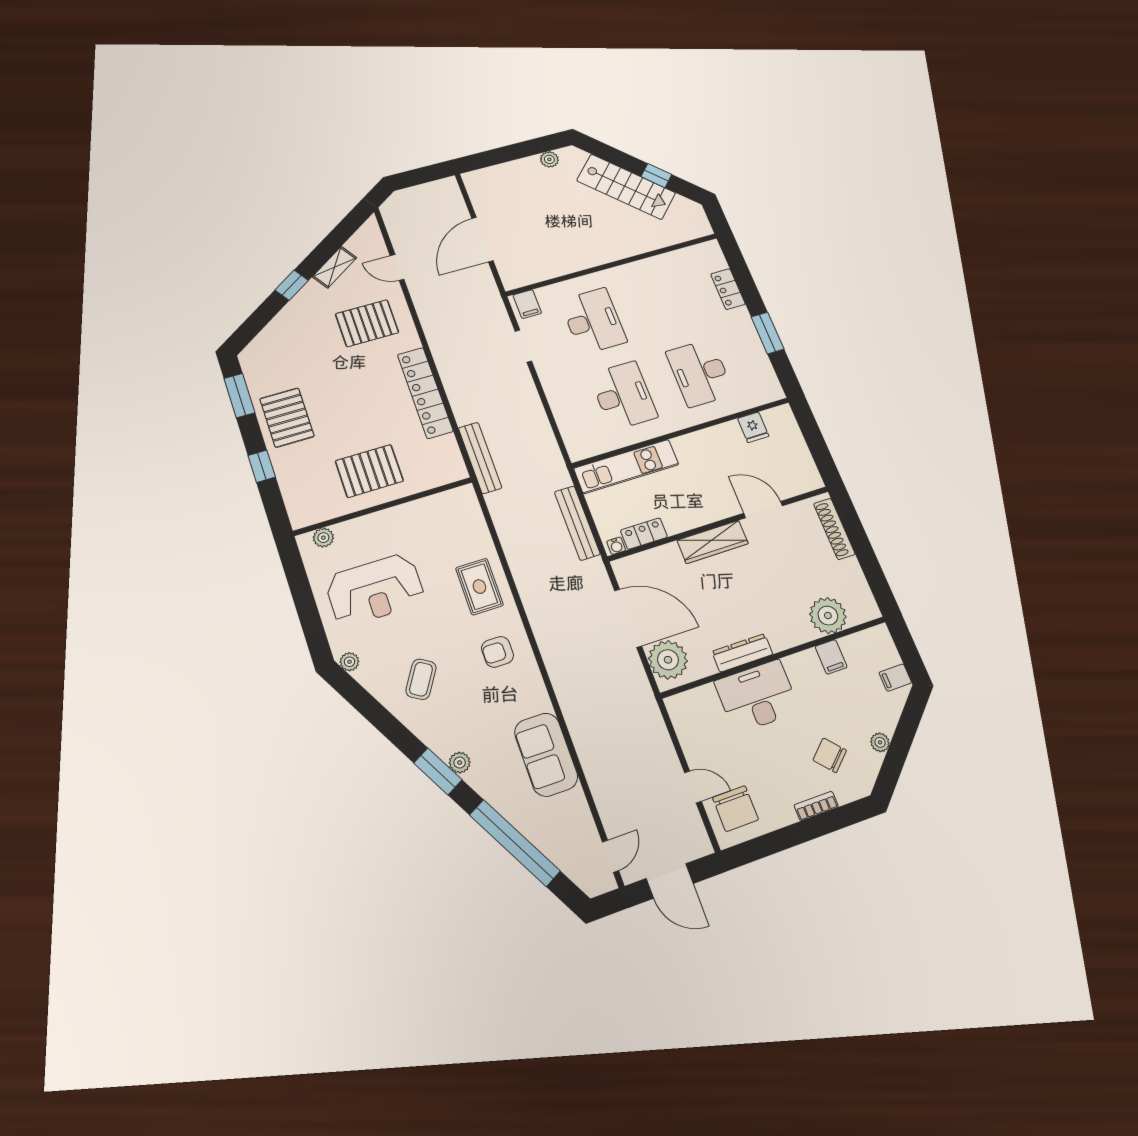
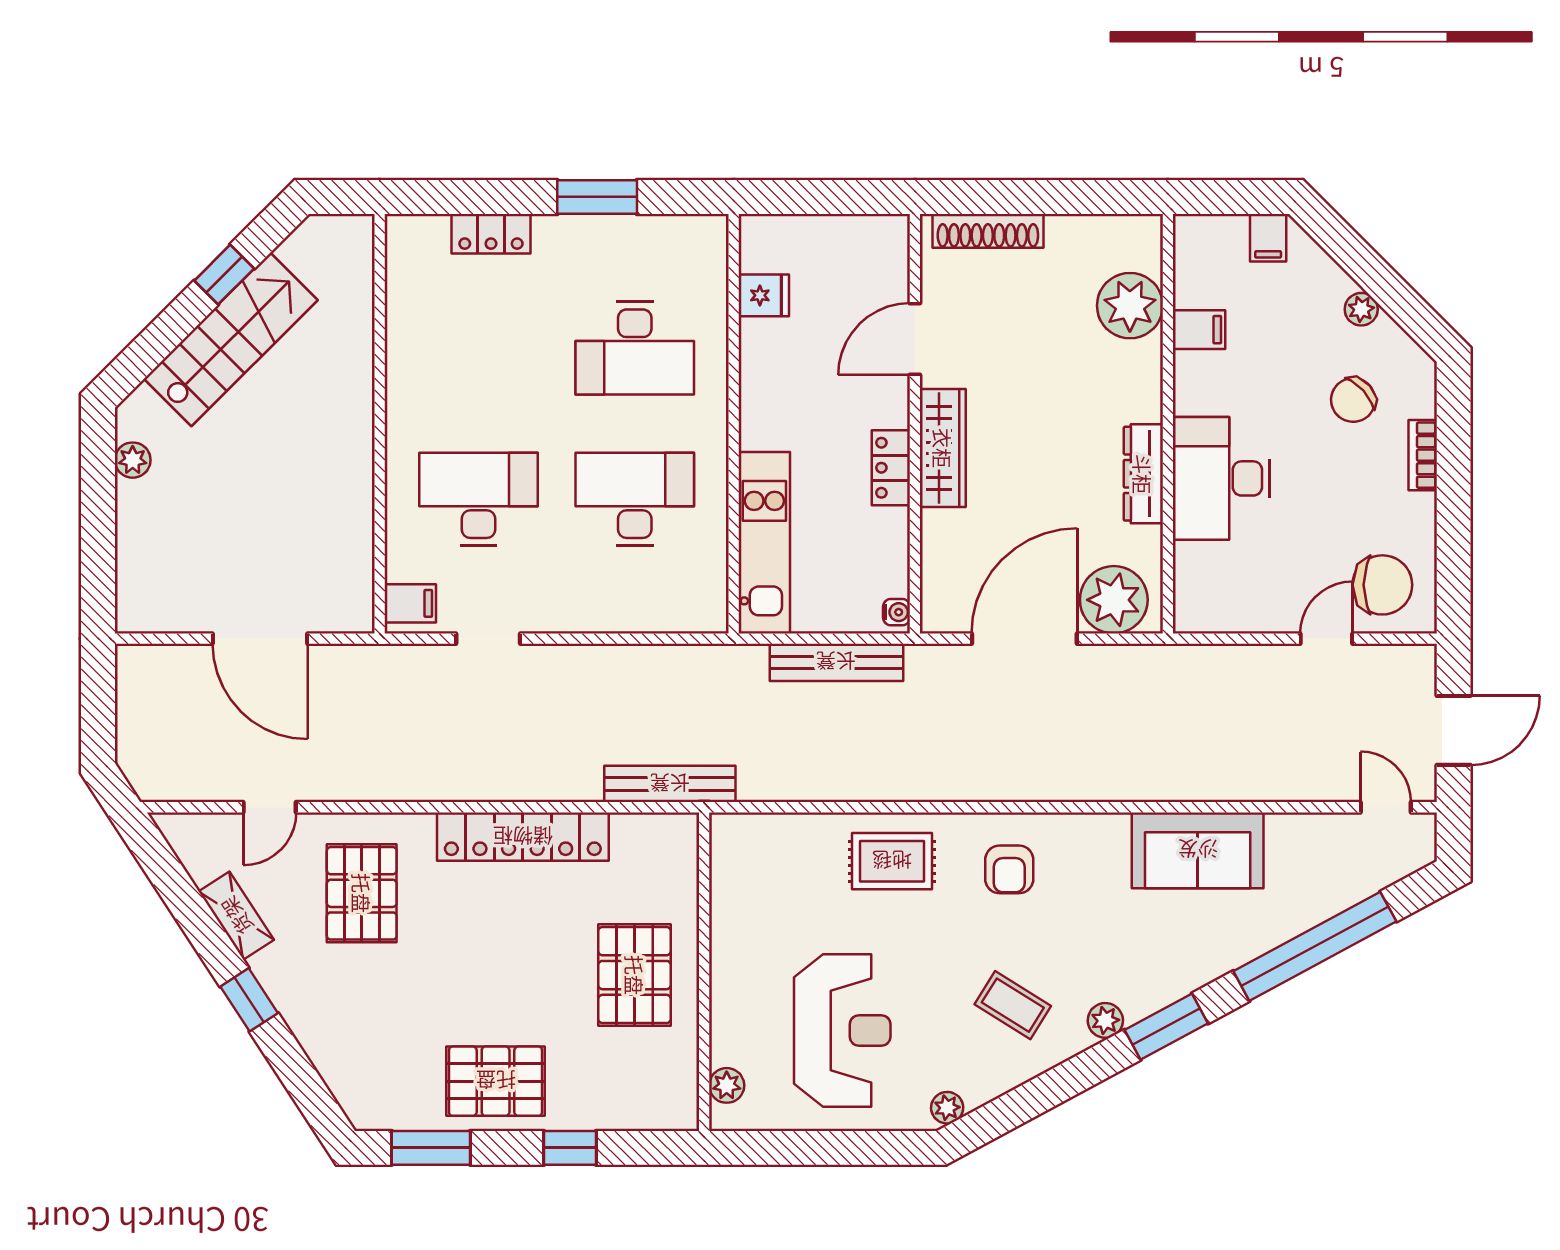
locker: (644, 534) -> (891, 468), moved
plant: (460, 763) -> (1105, 1020), moved

